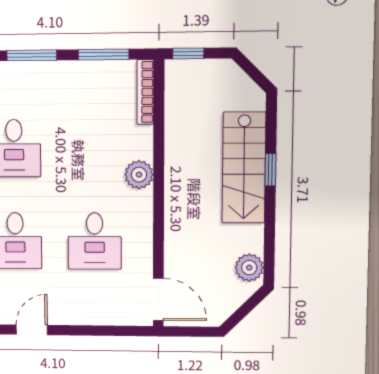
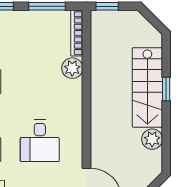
plant: (139, 175) -> (72, 68), moved
plant: (249, 268) -> (152, 139), moved

